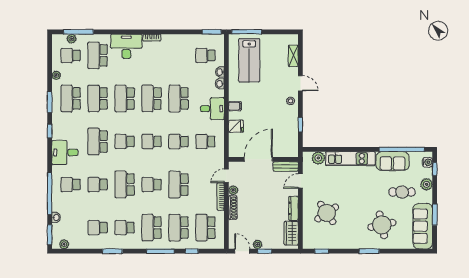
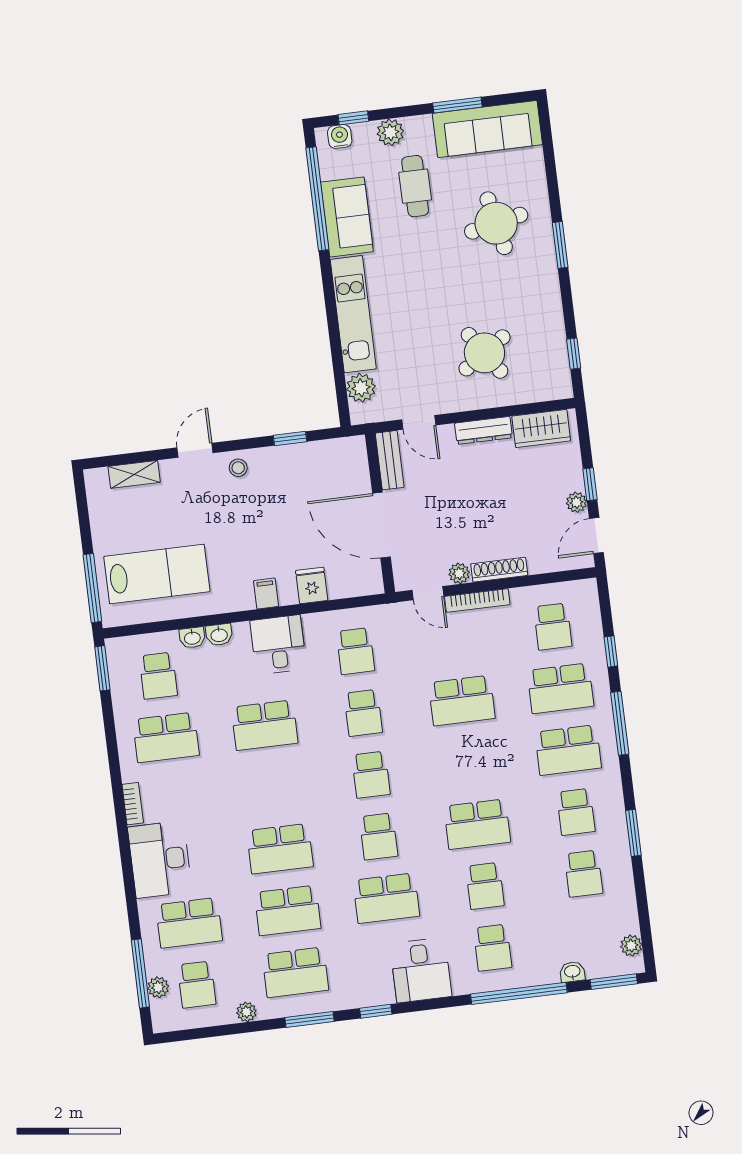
school desk: (152, 98) -> (166, 737), moved
school desk: (152, 185) -> (470, 762), removed
school desk: (205, 228) -> (553, 627), width x0.54

